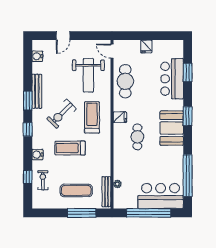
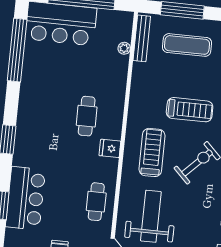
cafe table: (125, 81) -> (96, 202), width x0.73, depth x0.74
treadmill: (92, 117) -> (152, 152), turned 180
booth: (172, 128) -> (34, 124), removed

